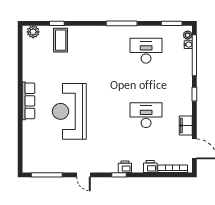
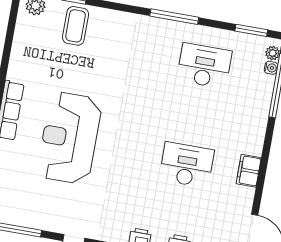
window: (194, 94) -> (267, 146), removed
filing cabinet: (186, 125) -> (249, 171), moved

